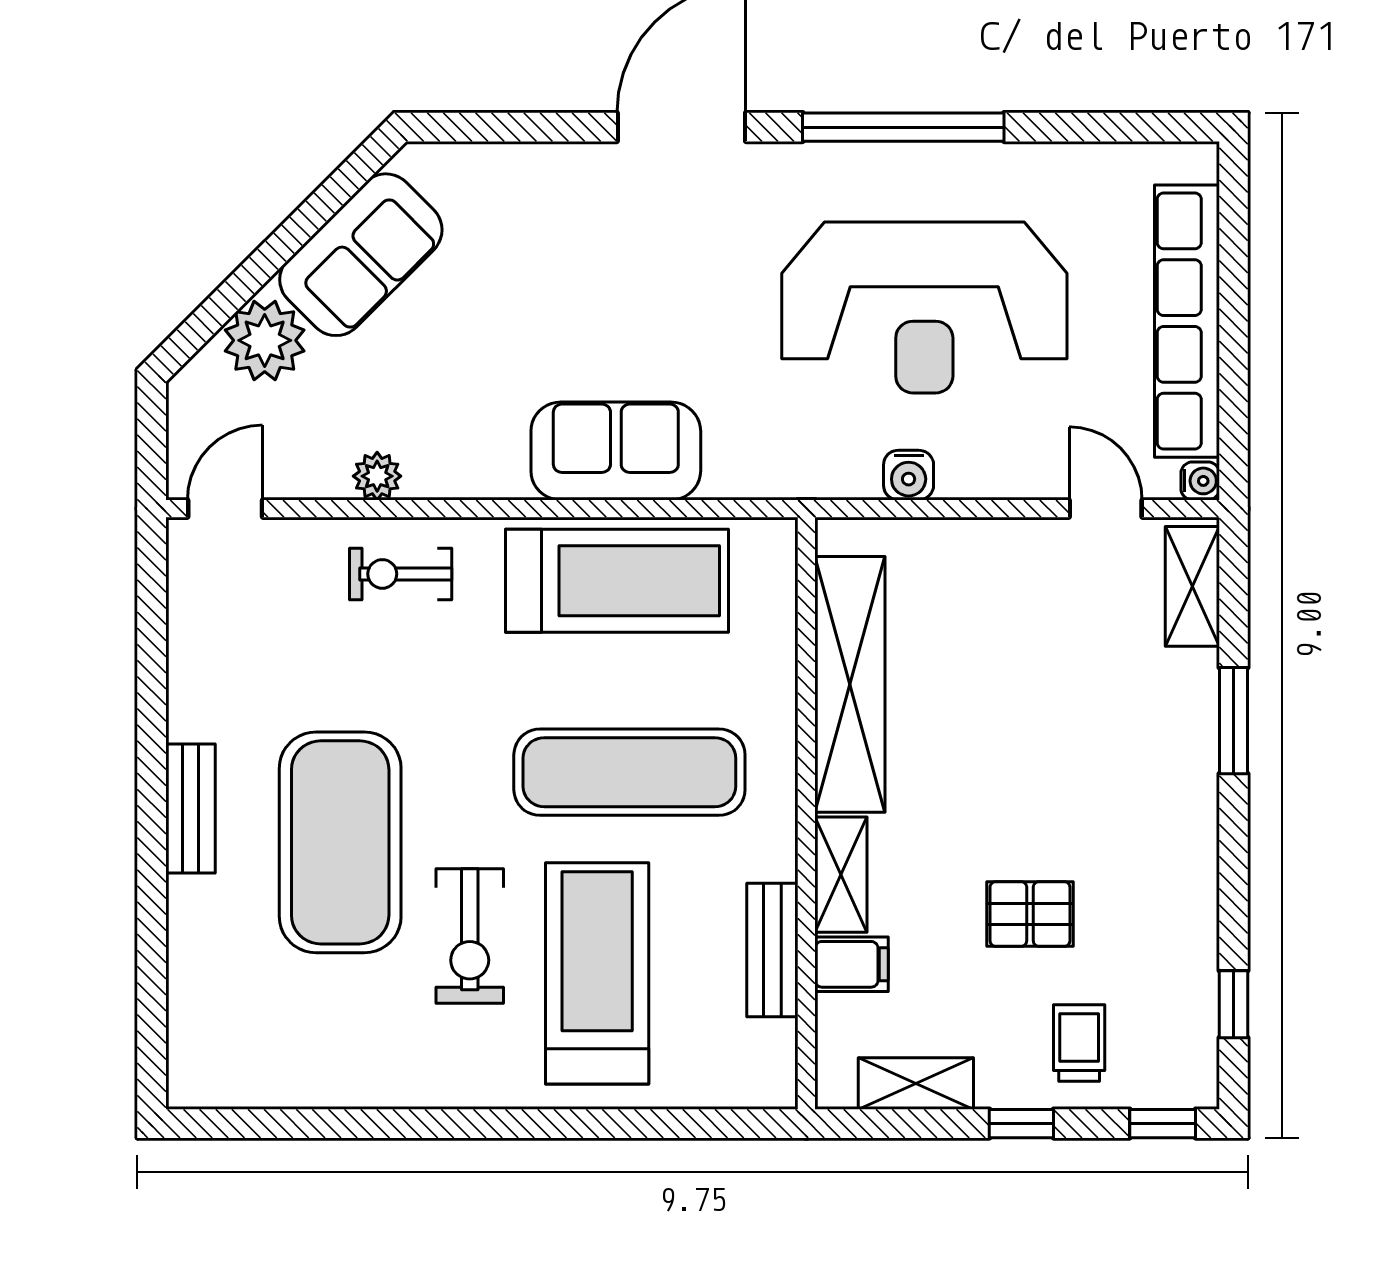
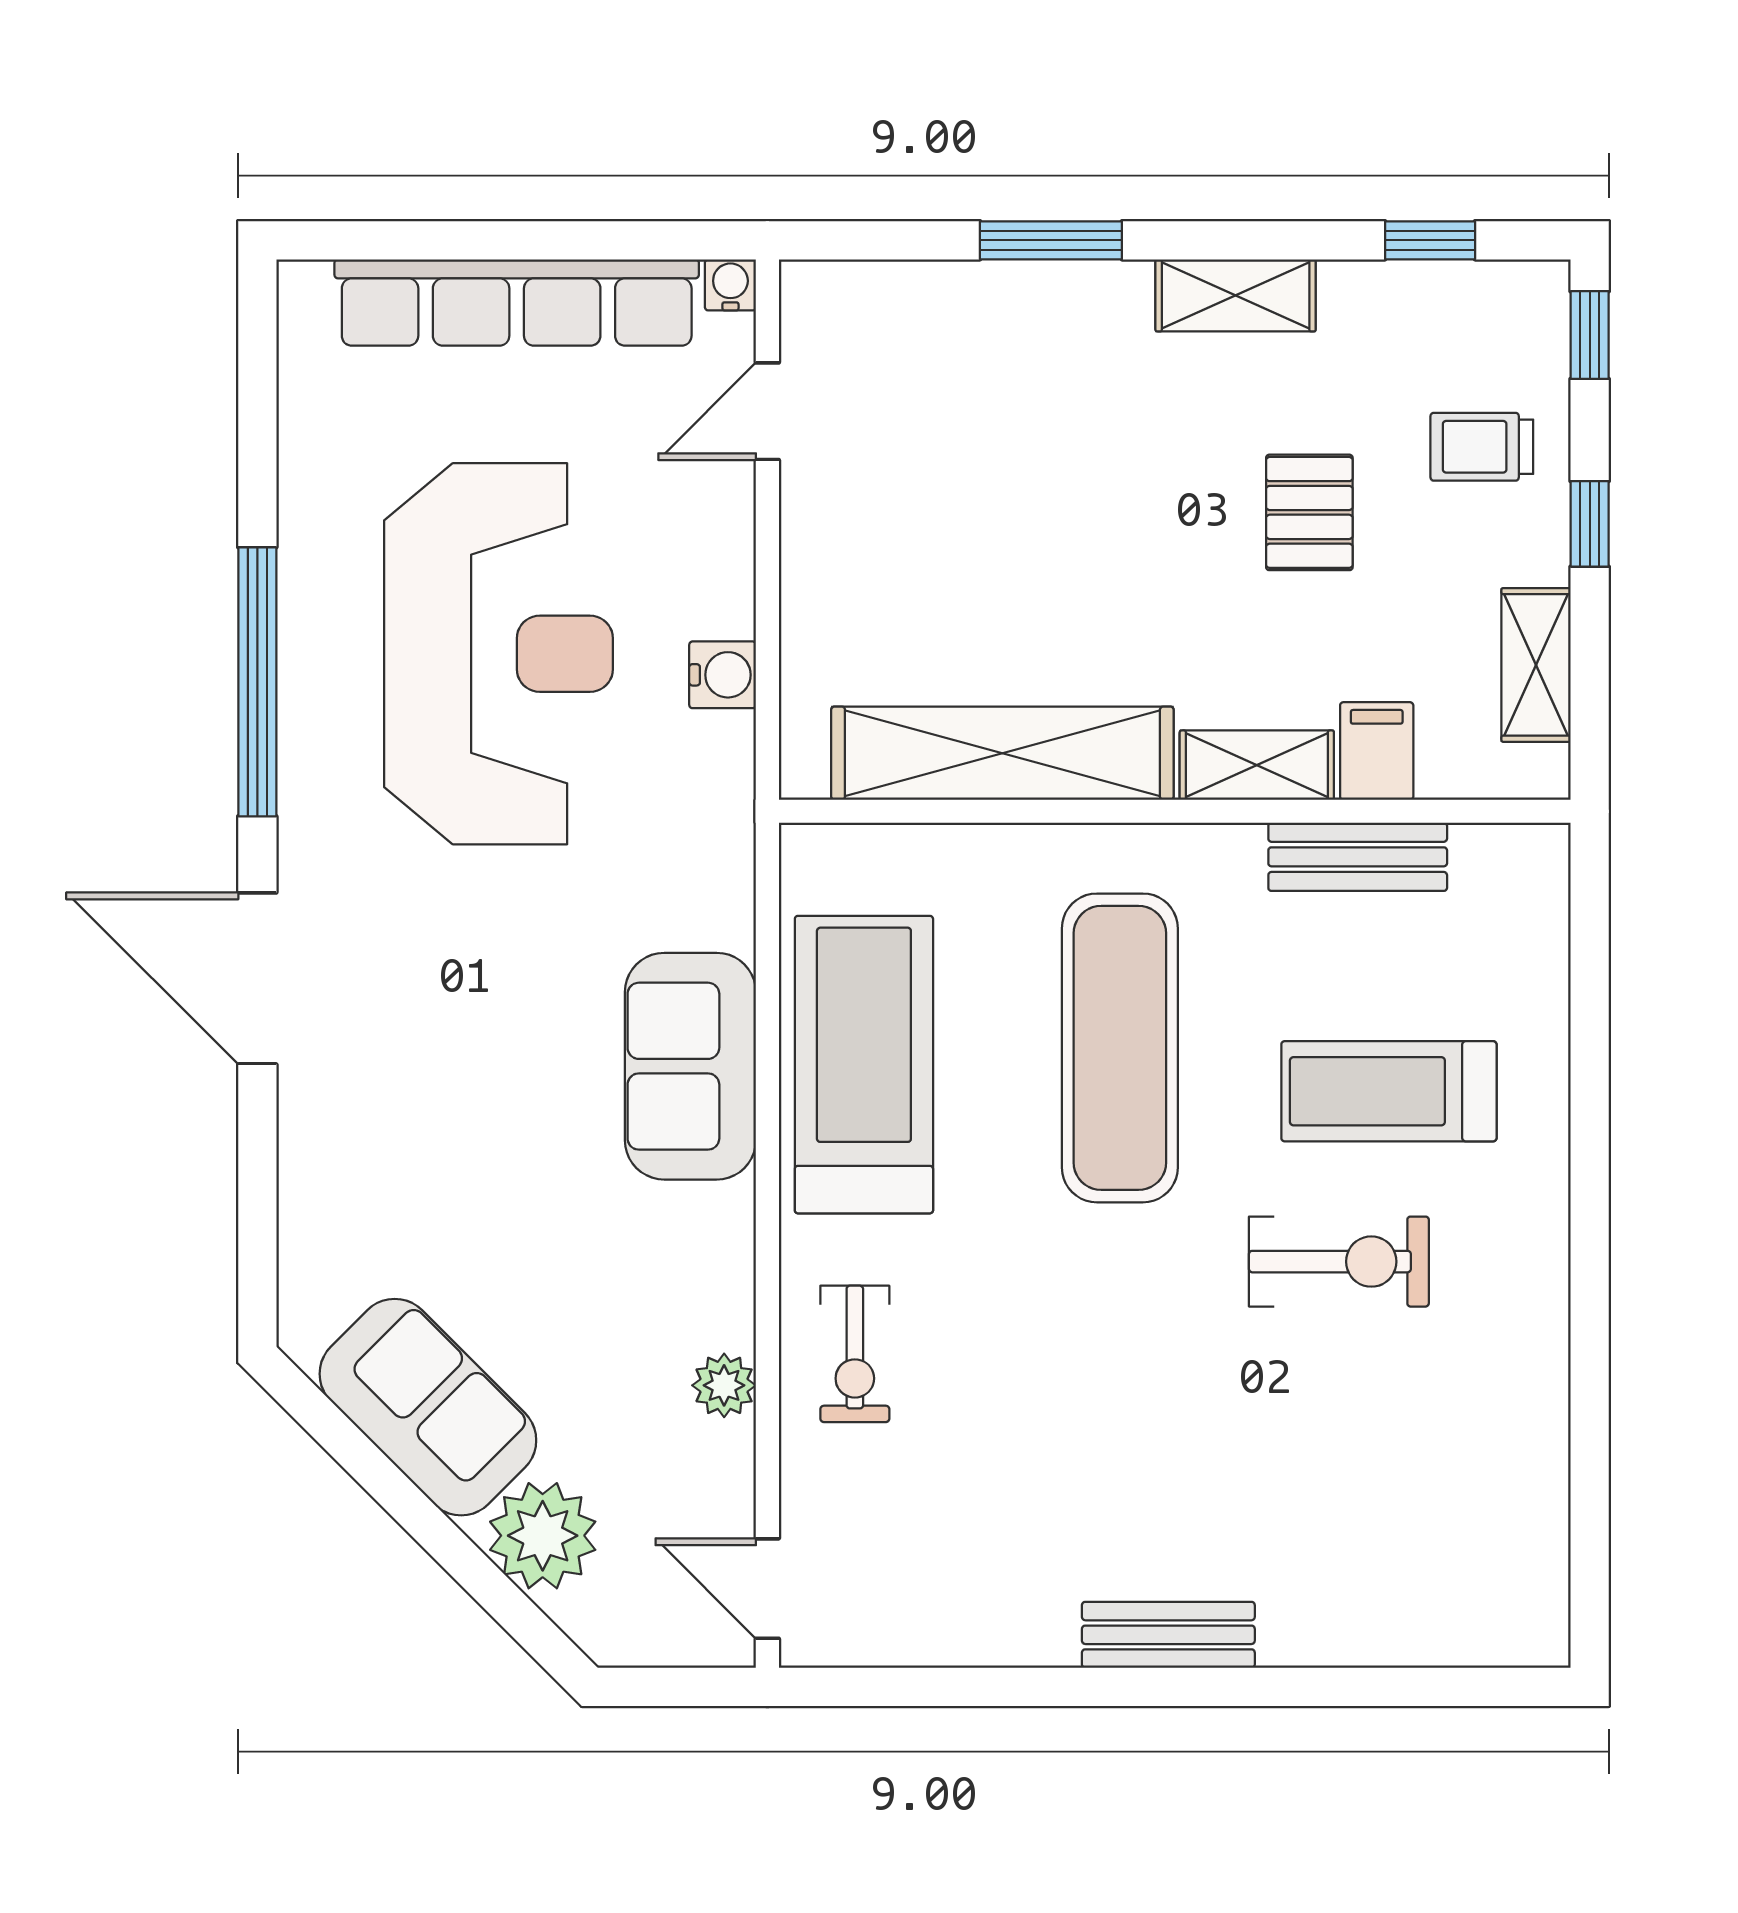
shelving: (1192, 586) -> (1236, 295), moved
exercise mat: (340, 842) -> (1214, 1435), removed
treadmill: (597, 973) -> (1389, 1091), width x0.73, depth x0.73

